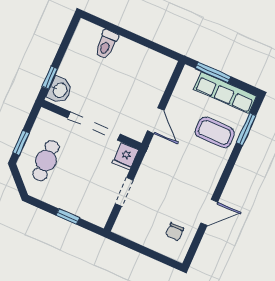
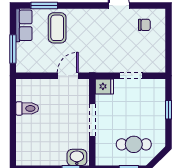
toilet: (106, 44) -> (27, 108), moved
row of seats: (225, 93) -> (24, 25), width x0.68
doorway: (94, 126) -> (92, 120), width x0.73

